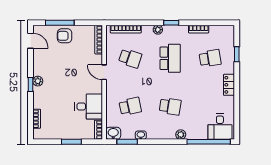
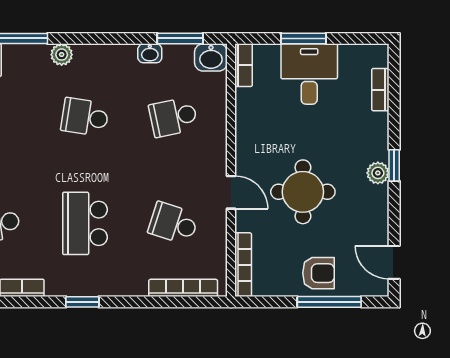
plant: (158, 30) -> (112, 287), removed
round table: (72, 73) -> (303, 192), added
desk: (89, 106) -> (309, 74), moved, turned 90

